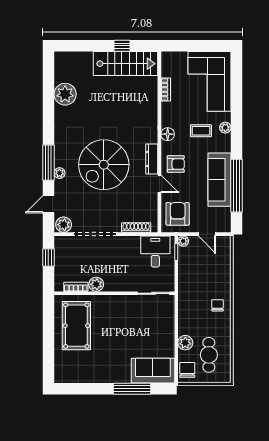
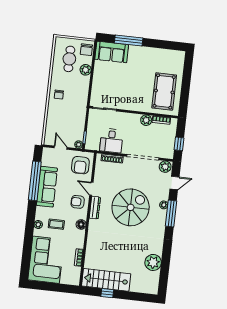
desk: (155, 251) -> (111, 141), moved

